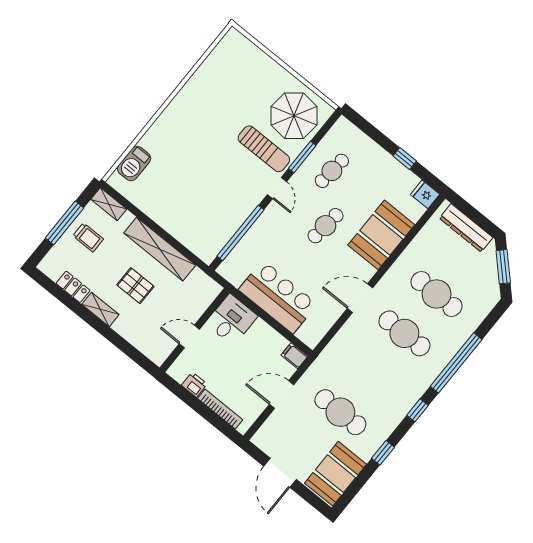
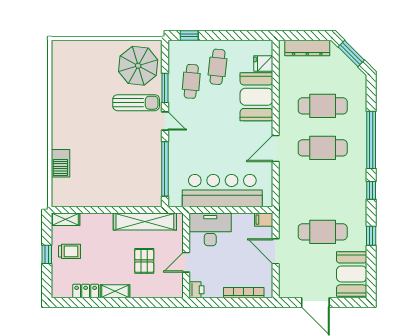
window: (405, 158) -> (189, 35), moved
barbecue: (134, 163) -> (60, 163), moved
fridge: (425, 194) -> (263, 64), moved
window: (64, 223) -> (47, 254), width x0.46
cafe table: (326, 226) -> (218, 67), moved
shelving: (160, 249) -> (145, 221), moved
pallet: (135, 286) -> (144, 261), moved, turned 90
bar counter: (278, 297) -> (222, 191), width x1.36
desk: (232, 320) -> (210, 229), width x1.37
printer: (194, 385) -> (197, 290), moved, turned 90
door: (282, 395) -> (276, 251), hinge flipped

